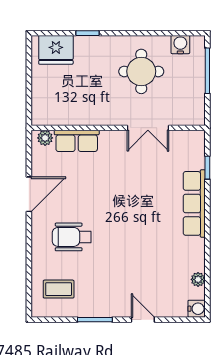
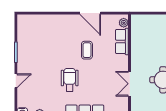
wheelchair: (72, 237) -> (70, 80), moved
coffee table: (59, 289) -> (87, 50), moved

